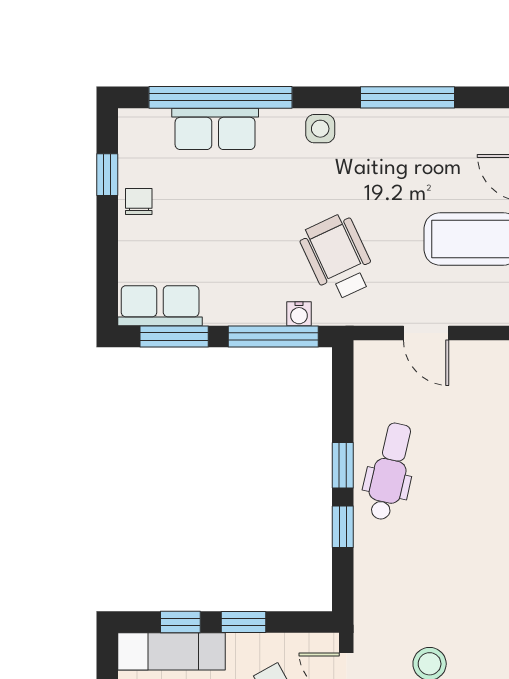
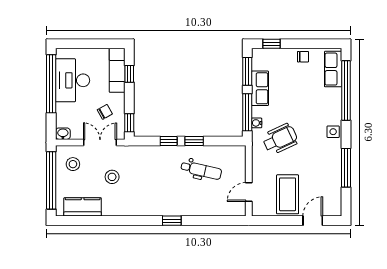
row of seats: (215, 129) -> (333, 69), moved
window: (107, 175) -> (271, 44), moved
row of seats: (160, 306) -> (260, 88), moved
door: (426, 333) -> (249, 192), moved
dental chair: (390, 471) -> (201, 170), moved
window: (244, 622) -> (129, 123), moved

